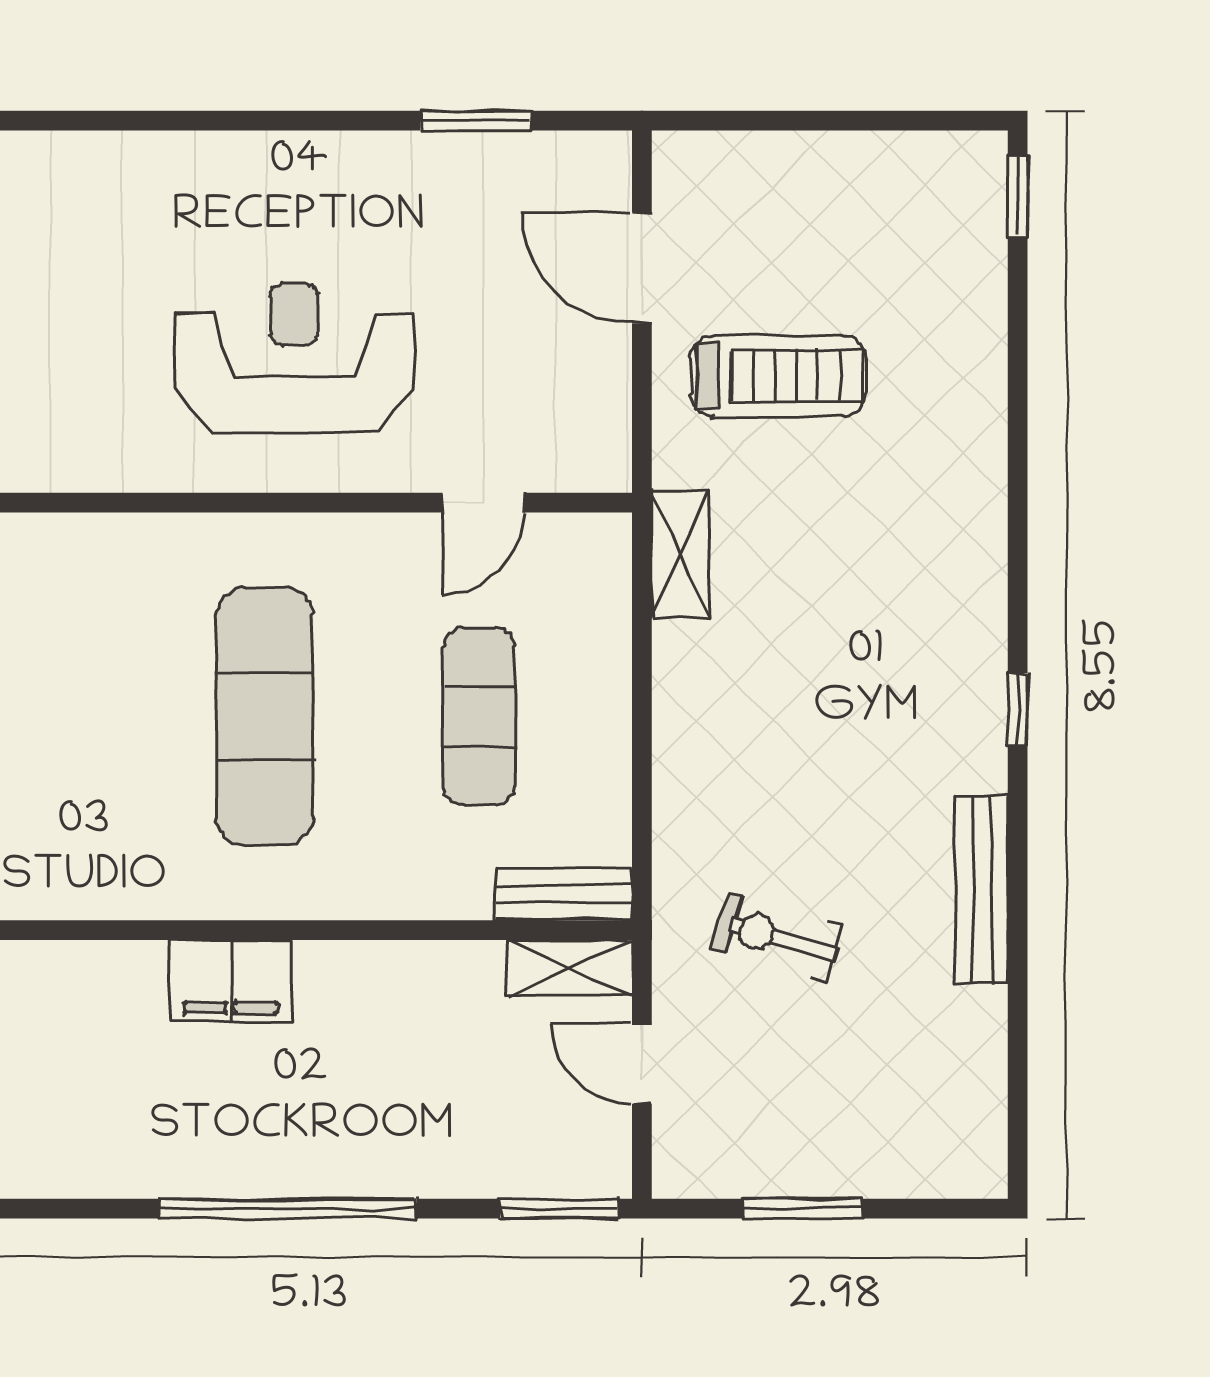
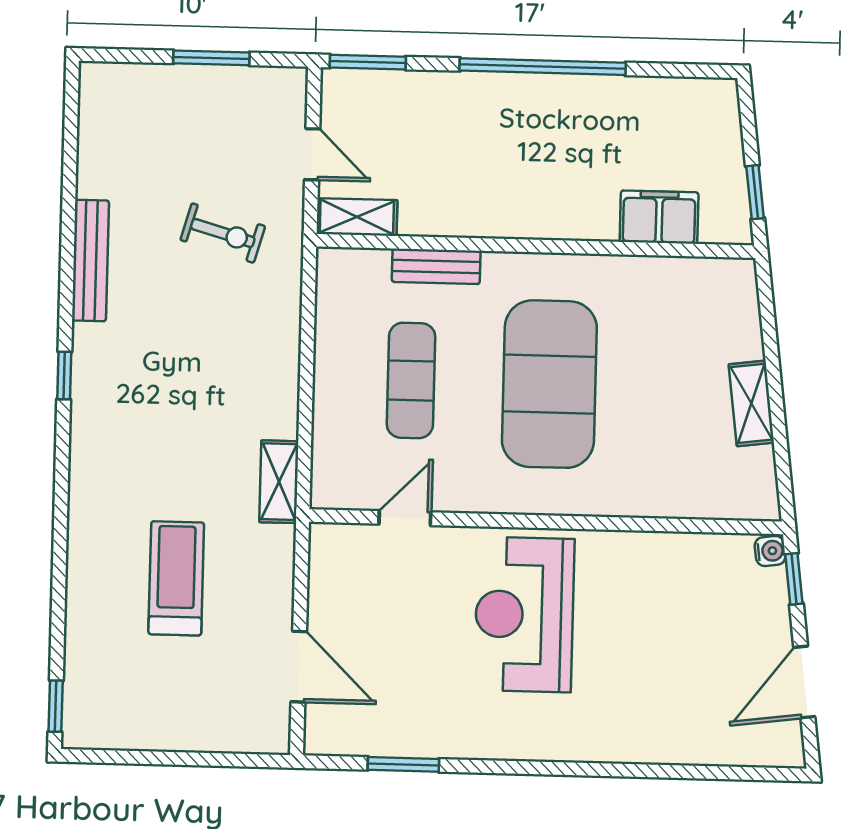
reception desk: (294, 358) -> (524, 614), turned 90
treadmill: (778, 376) -> (176, 578), moved, turned 90
exercise mat: (265, 716) -> (549, 384), width x1.47
bench: (564, 894) -> (436, 266), moved
filing cabinet: (230, 980) -> (659, 217), moved

